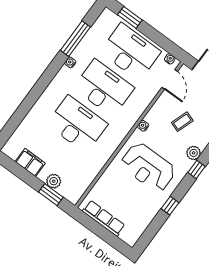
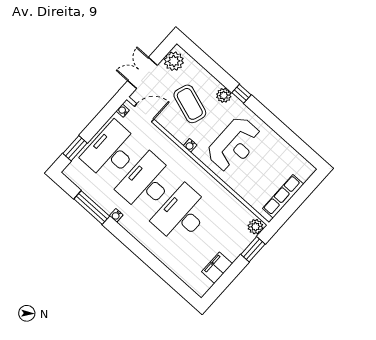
coffee table: (182, 122) -> (190, 104), width x1.86, depth x1.72
plant: (54, 181) -> (255, 227), moved
window: (170, 206) -> (277, 125), removed

